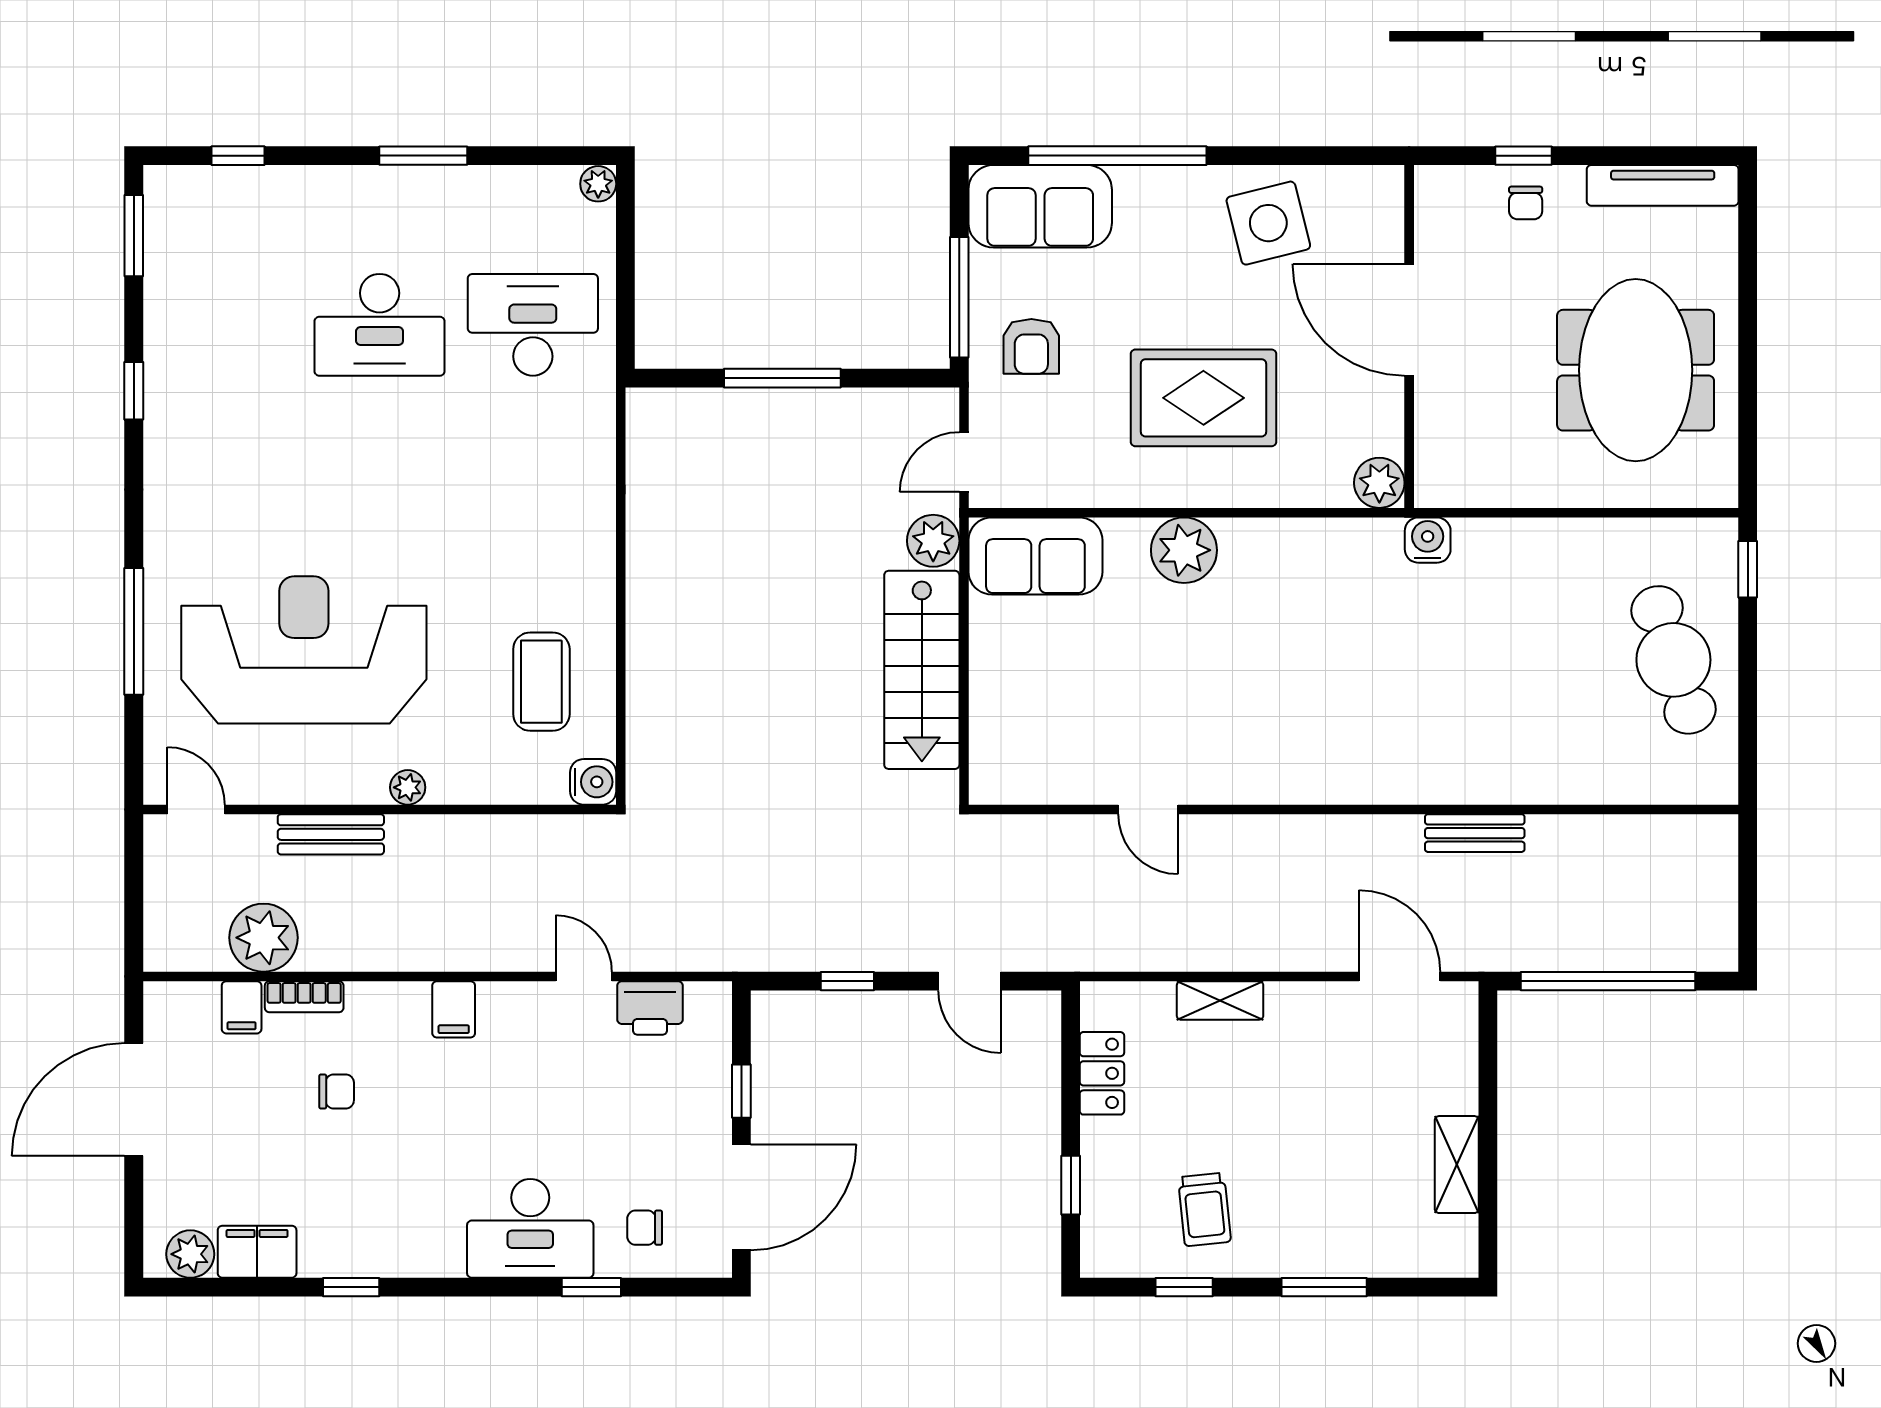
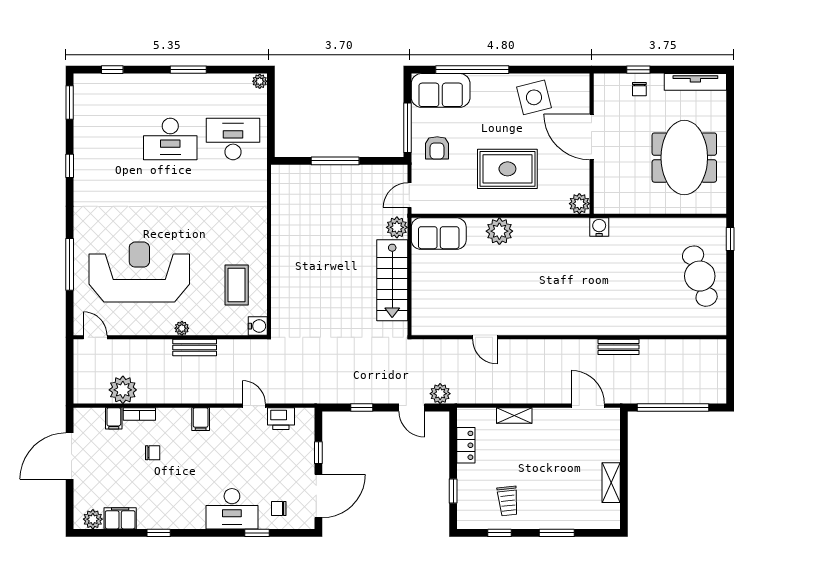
bench: (331, 834) -> (195, 347), moved
plant: (1039, 947) -> (440, 394), added

